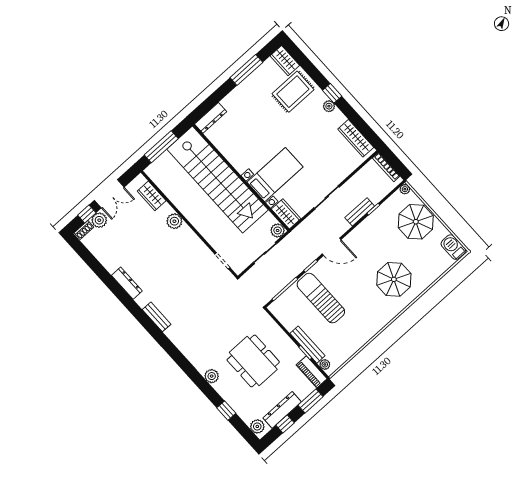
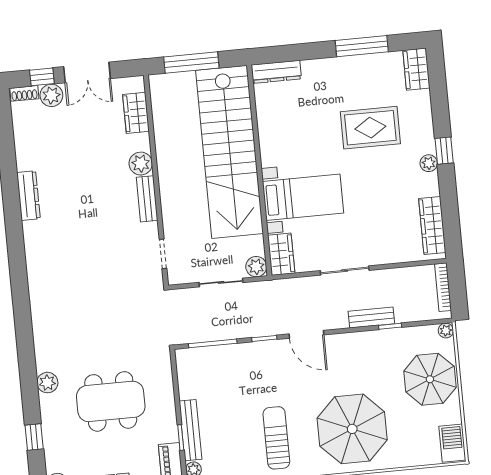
rug: (293, 92) -> (370, 128), moved
parasol: (394, 279) -> (352, 429), width x1.36, depth x1.36
sun lounger: (321, 298) -> (276, 438), moved, width x0.73, depth x0.75
bench: (157, 317) -> (147, 199), moved
dining table: (253, 361) -> (111, 401), turned 90

